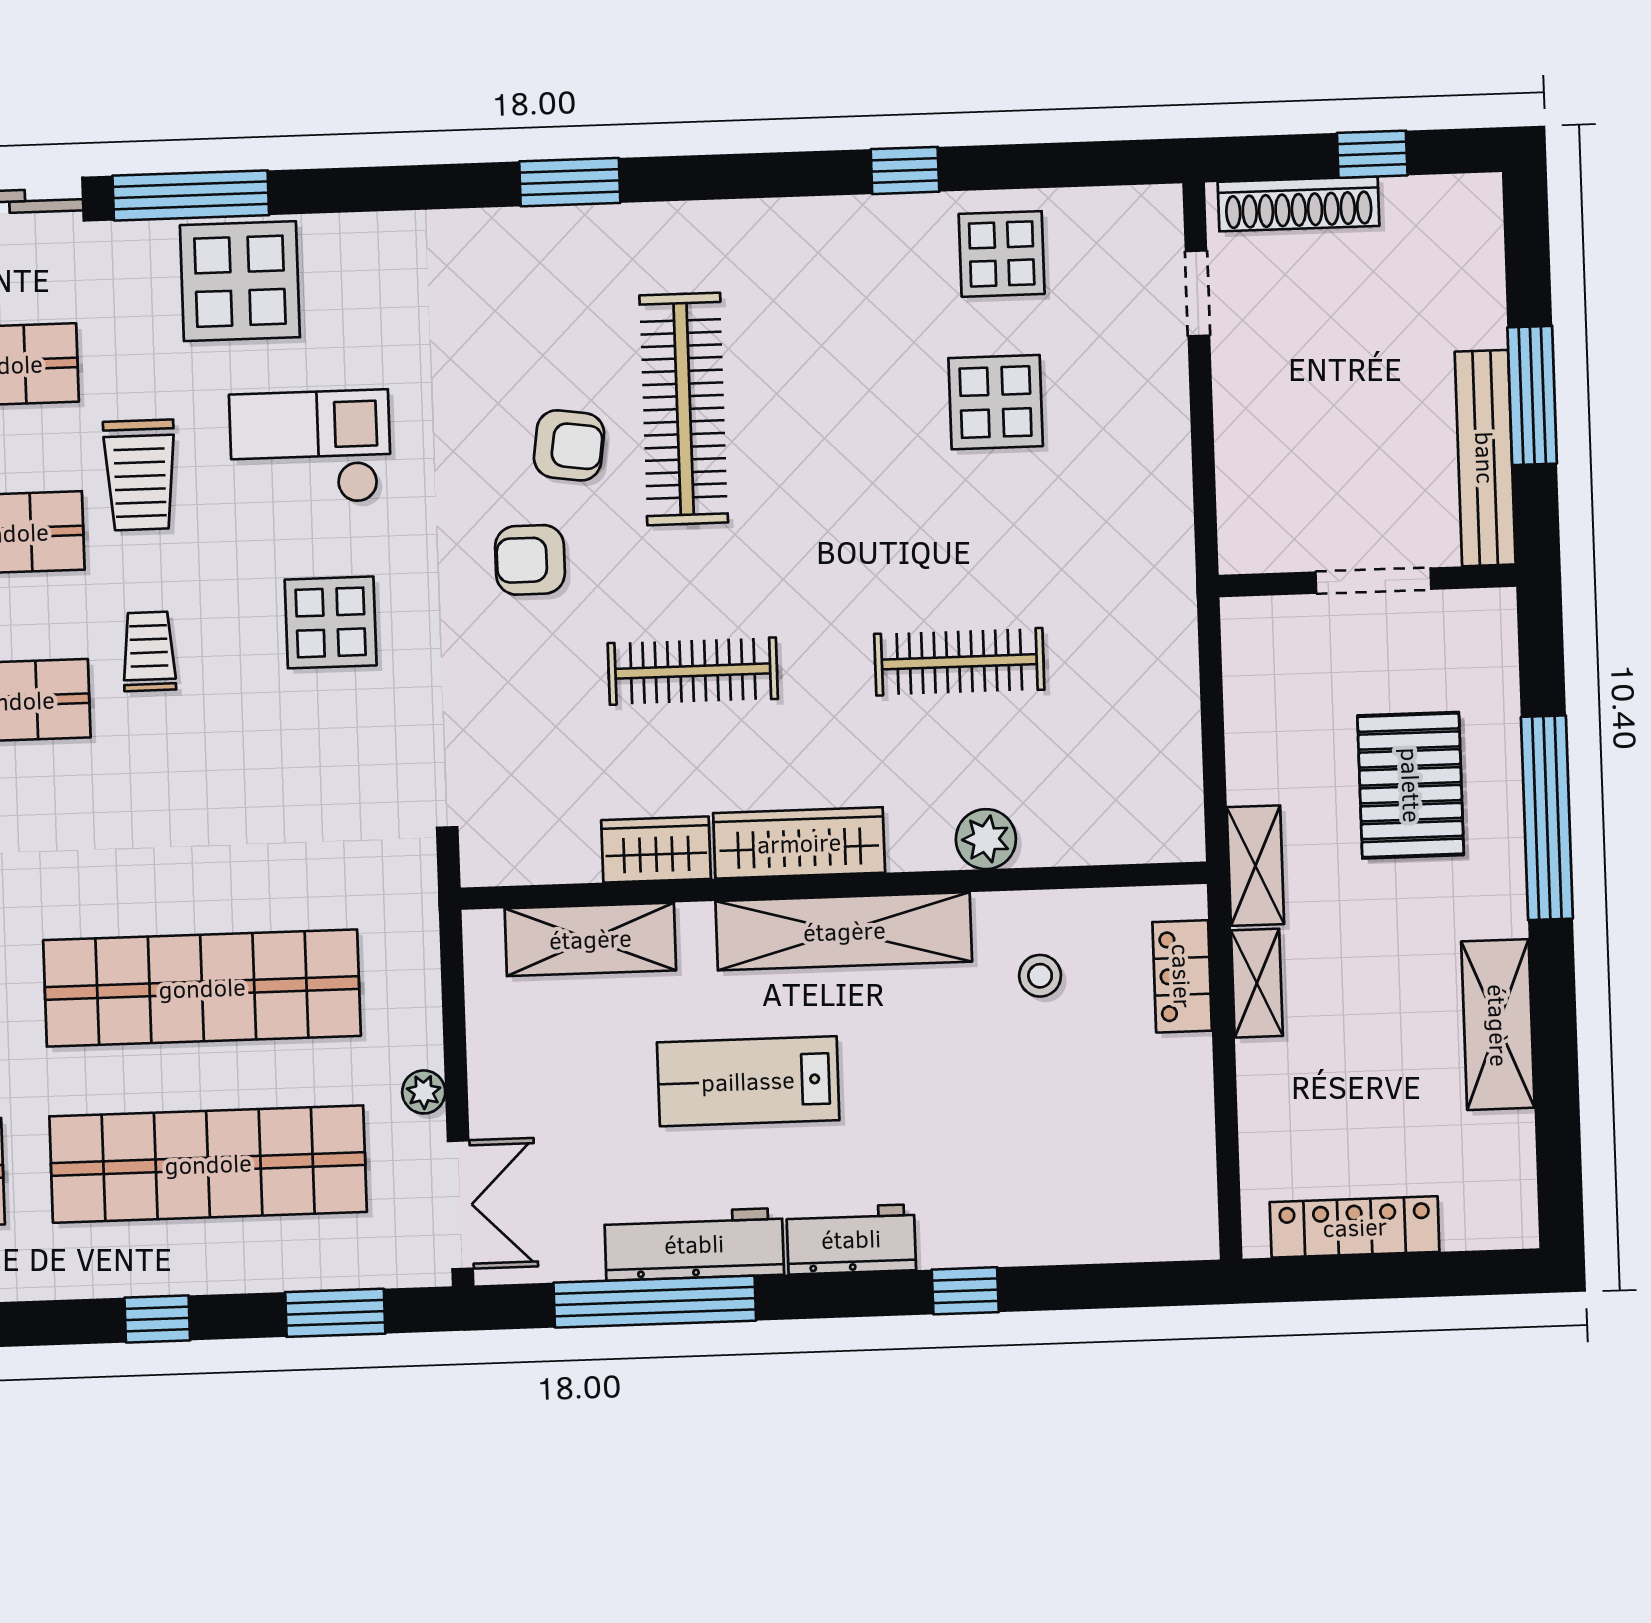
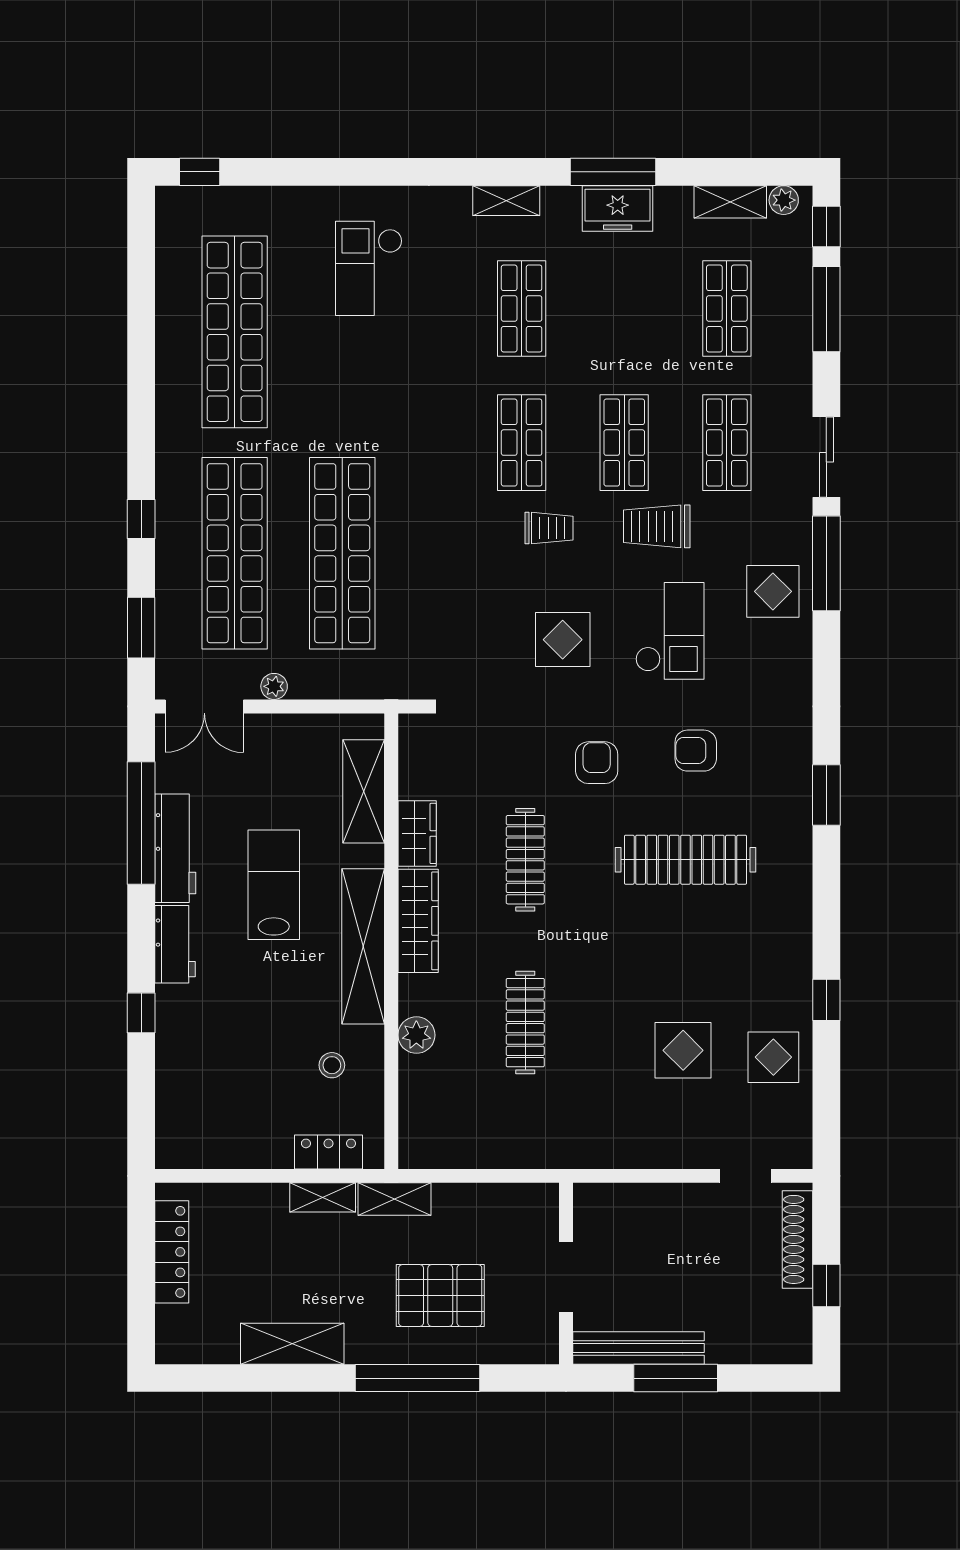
display table: (240, 281) -> (773, 591), width x0.73, depth x0.73
armchair: (569, 445) -> (696, 751), moved, turned 82

